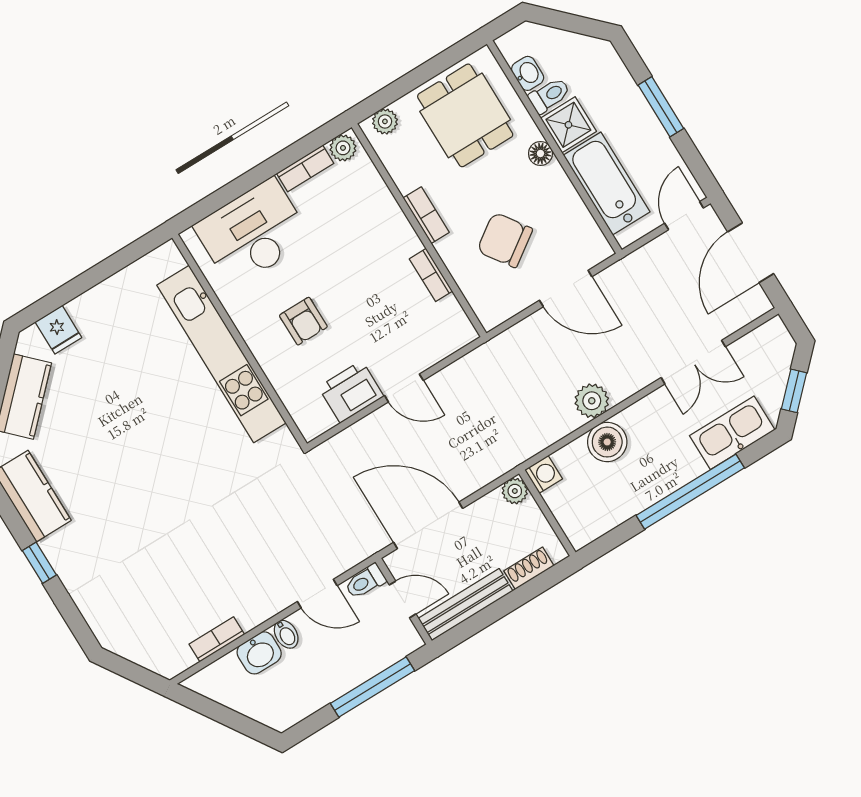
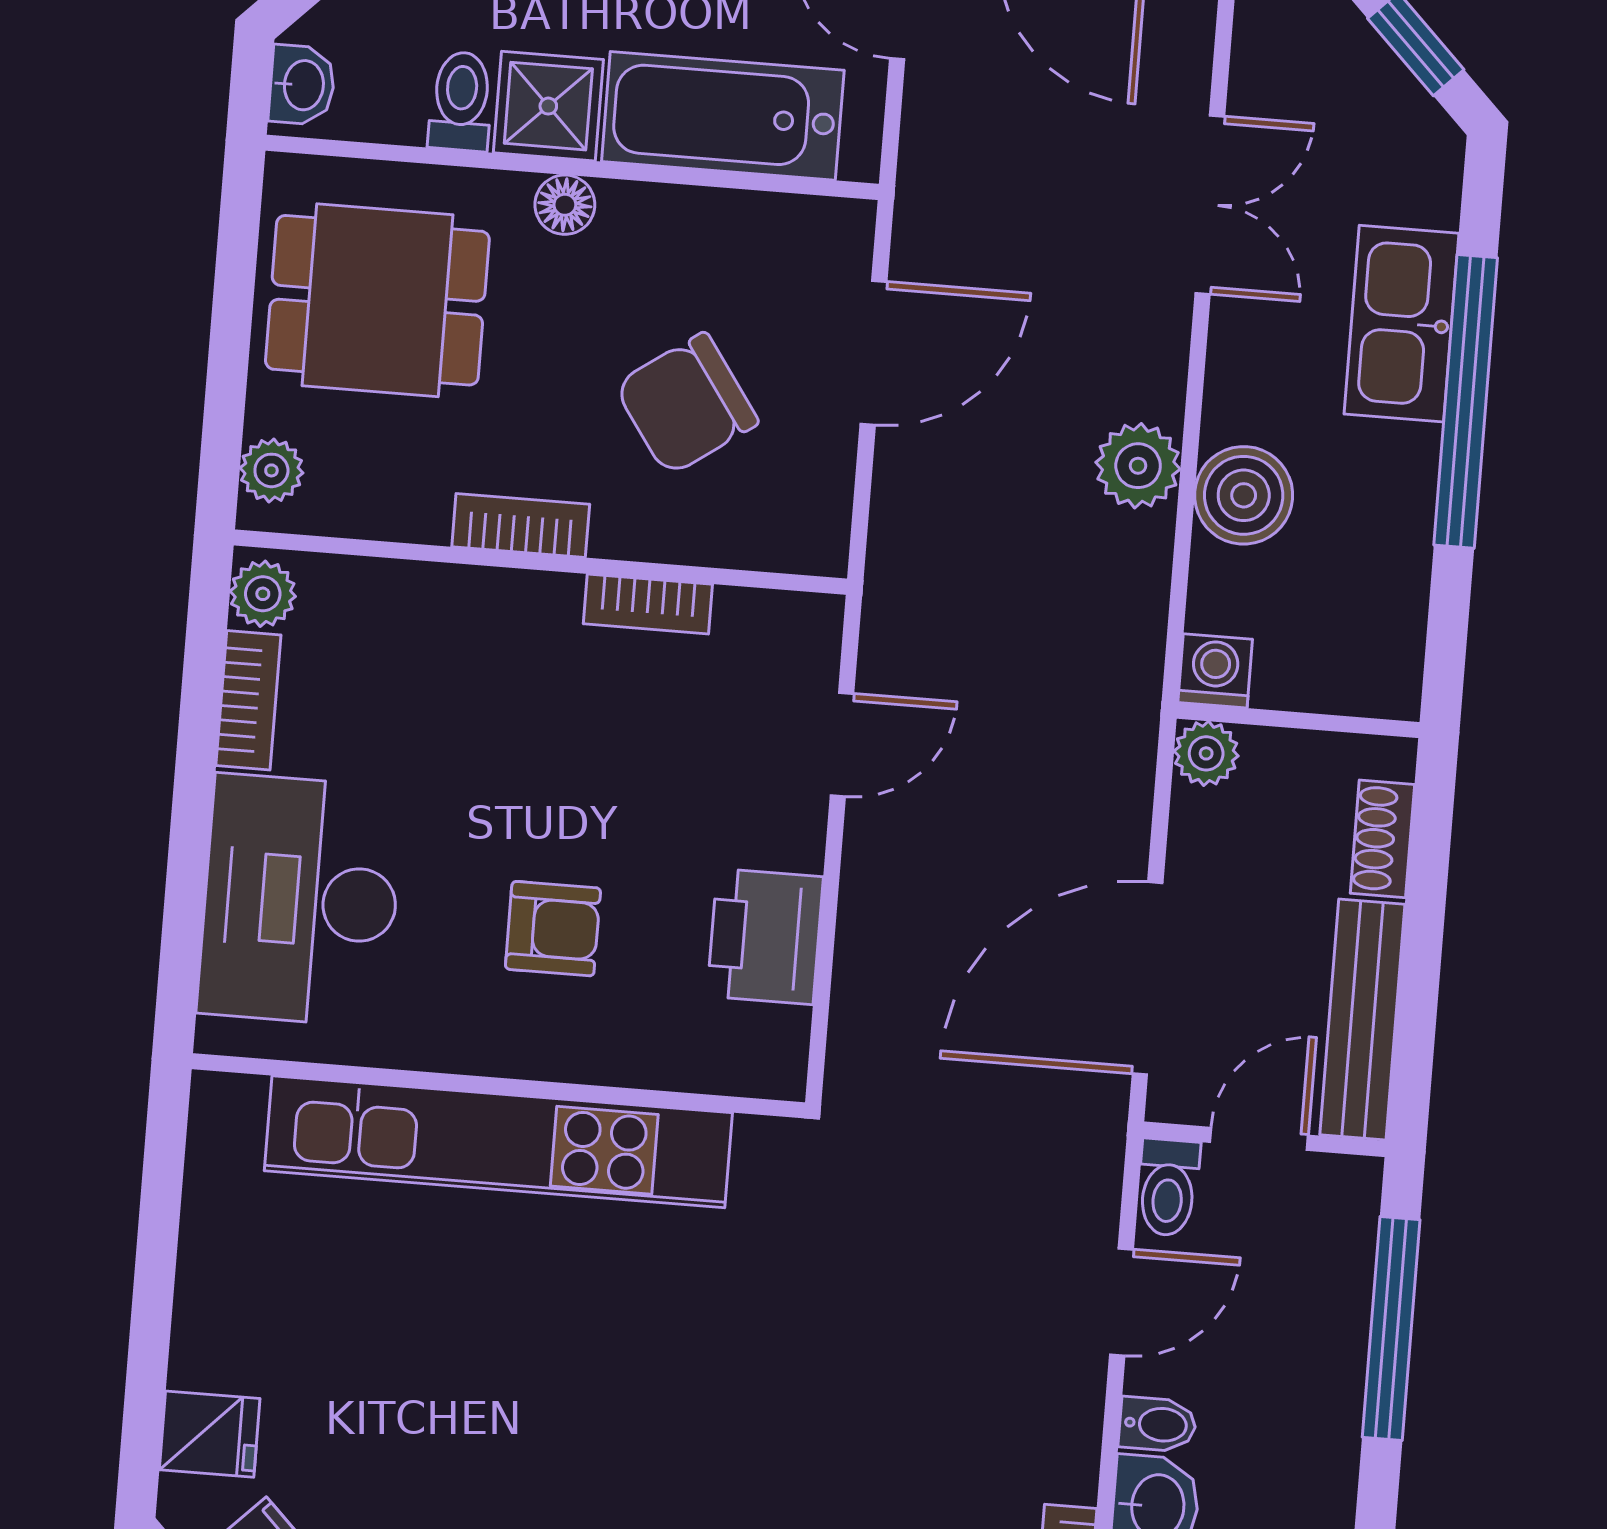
washbasin: (528, 73) -> (302, 85), moved, turned 90
door: (404, 388) -> (842, 744), moved
kitchen sink: (732, 433) -> (1402, 324), moved

